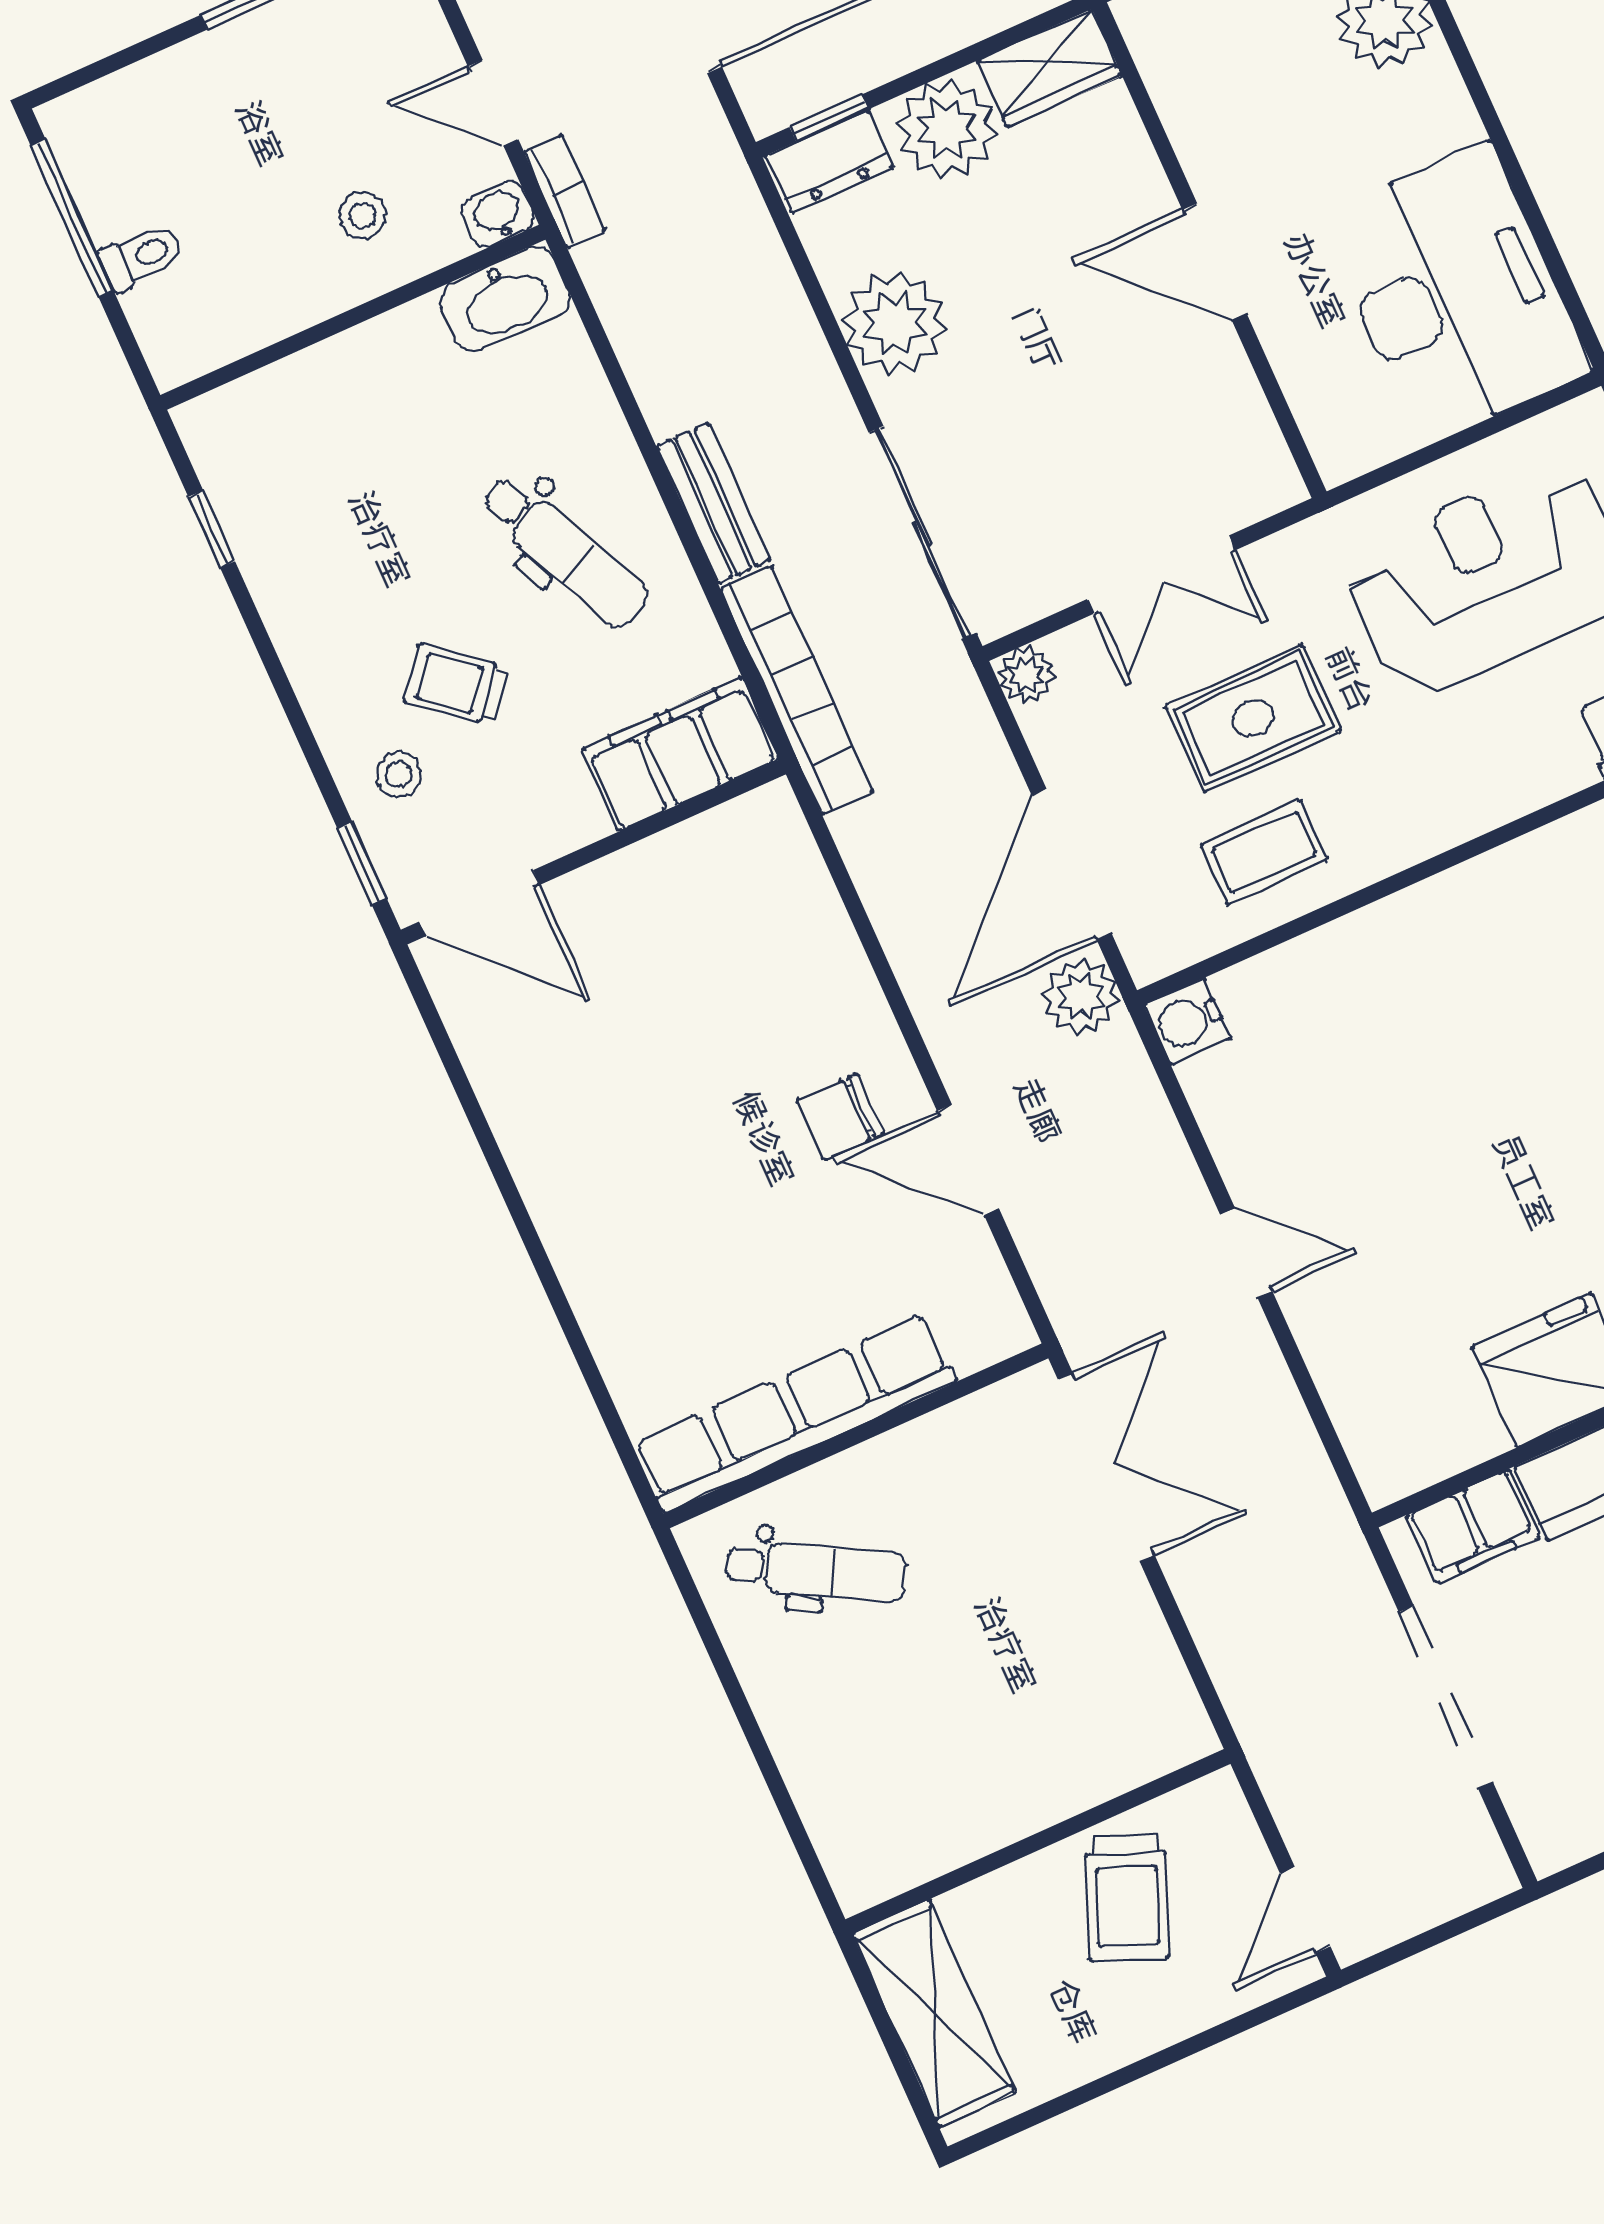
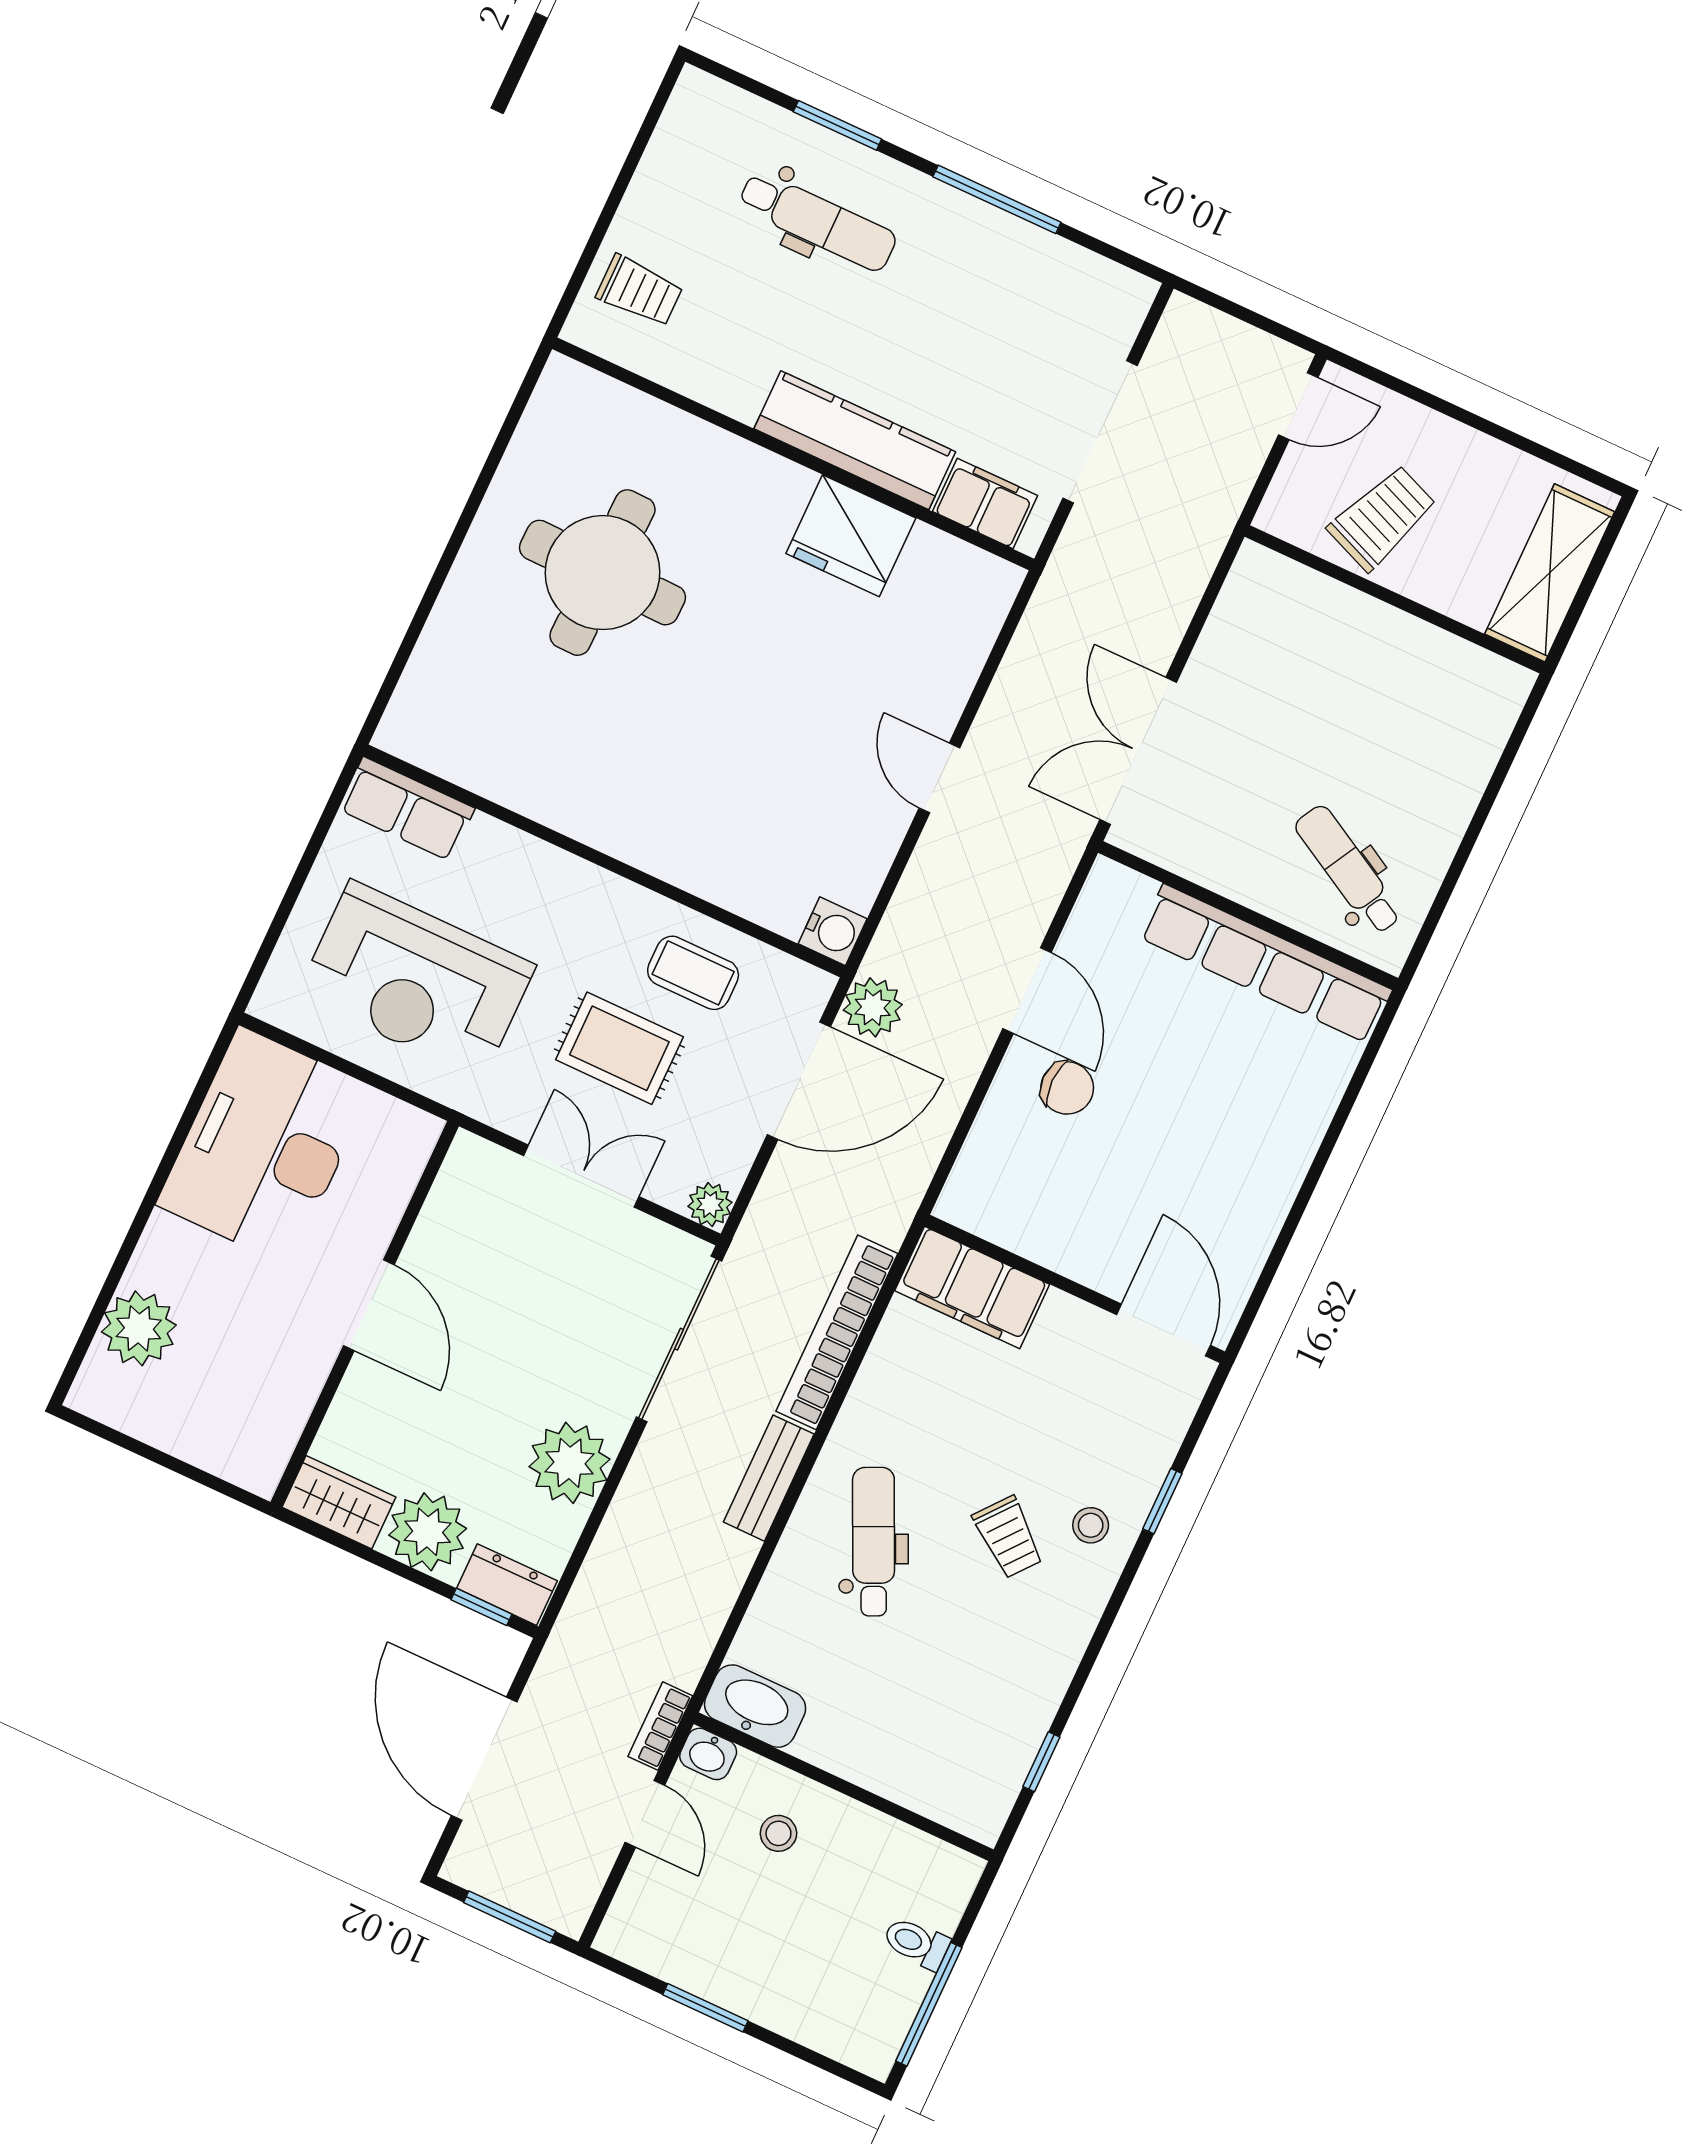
filing cabinet: (680, 754) -> (972, 1288), moved
wall: (593, 852) -> (1075, 1289), moved
door: (479, 903) -> (1164, 1330), moved

